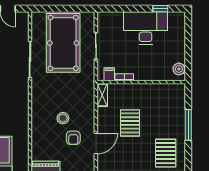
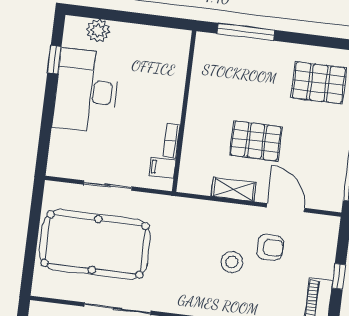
plant: (179, 69) -> (98, 31), moved
shelving: (102, 95) -> (234, 189), moved
window: (188, 125) -> (246, 32), moved

